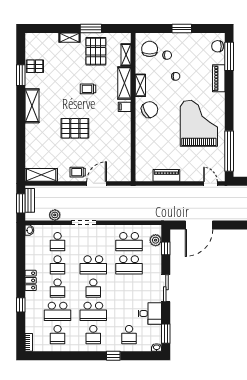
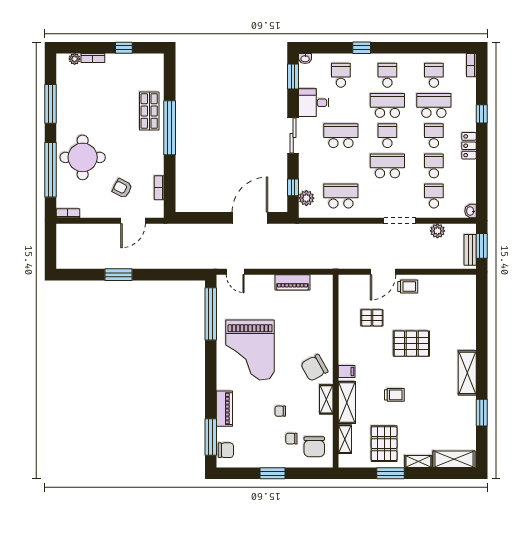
pallet: (35, 66) -> (372, 318), moved
shelving: (41, 175) -> (454, 459), moved
school desk: (129, 265) -> (341, 136), moved

